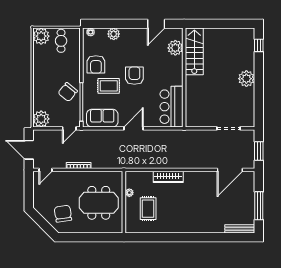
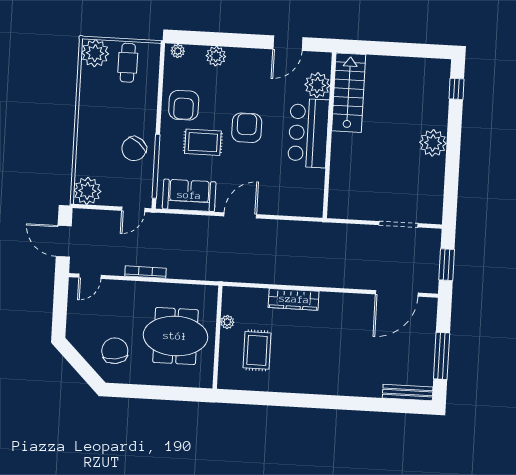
bar counter: (172, 107) -> (308, 133), moved

